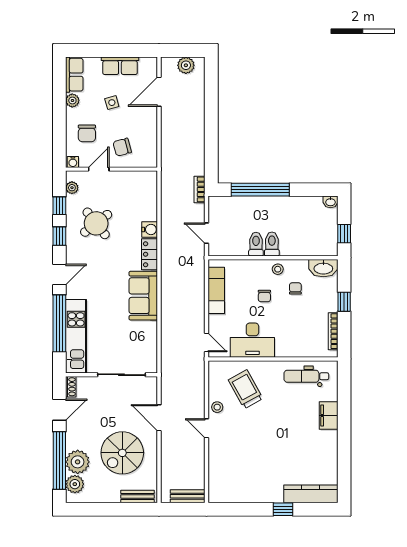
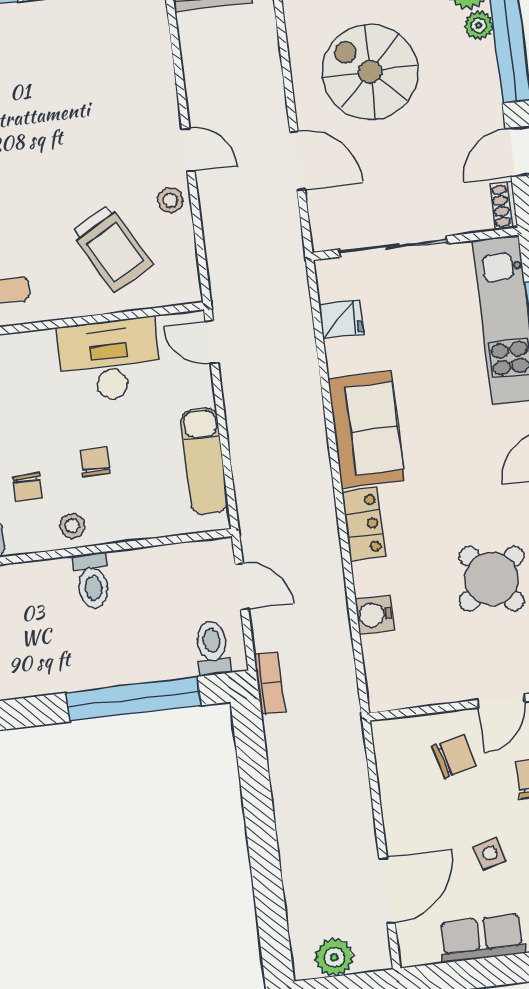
water cooler: (150, 230) -> (374, 615), moved
toilet: (256, 244) -> (212, 648), moved, turned 180
fridge: (148, 345) -> (341, 319), added
spiral stairs: (122, 453) -> (370, 72), turned -90
plant: (78, 462) -> (479, 25), width x0.53, depth x0.53

